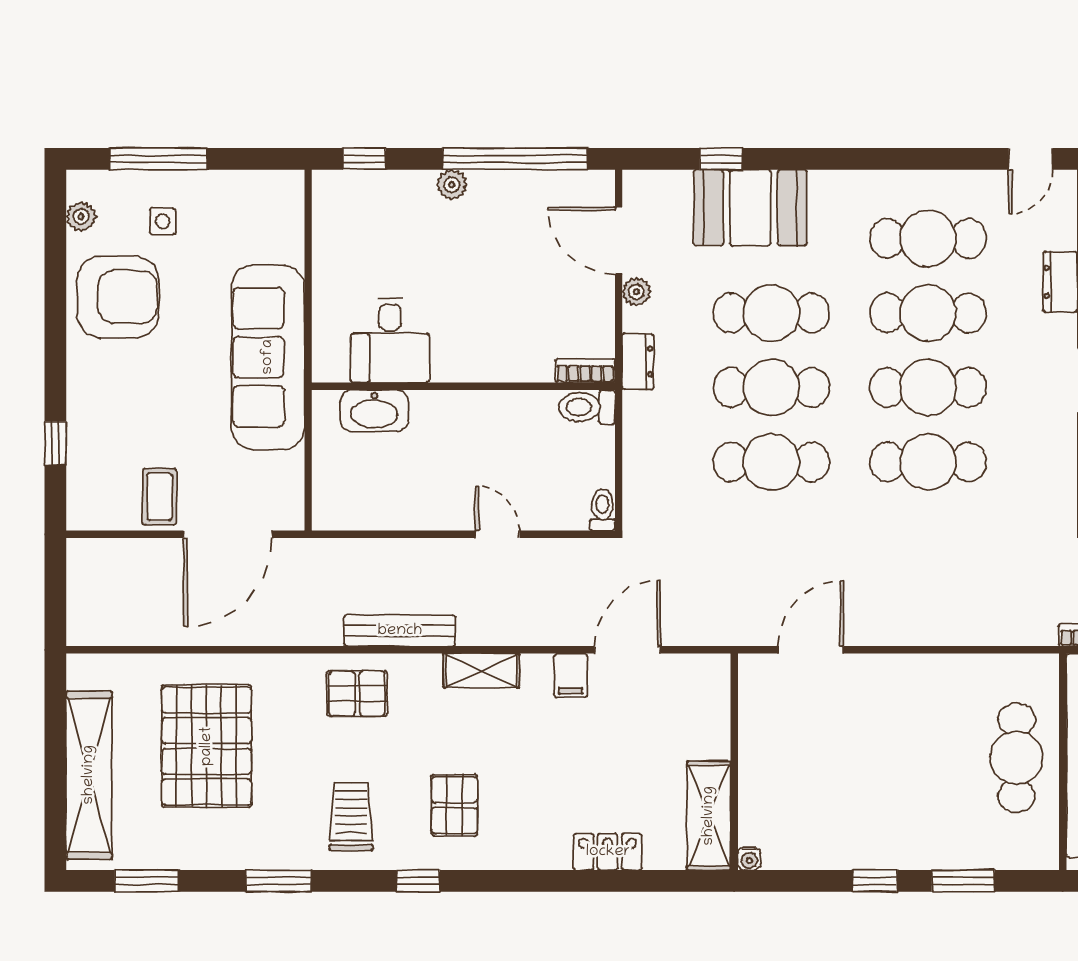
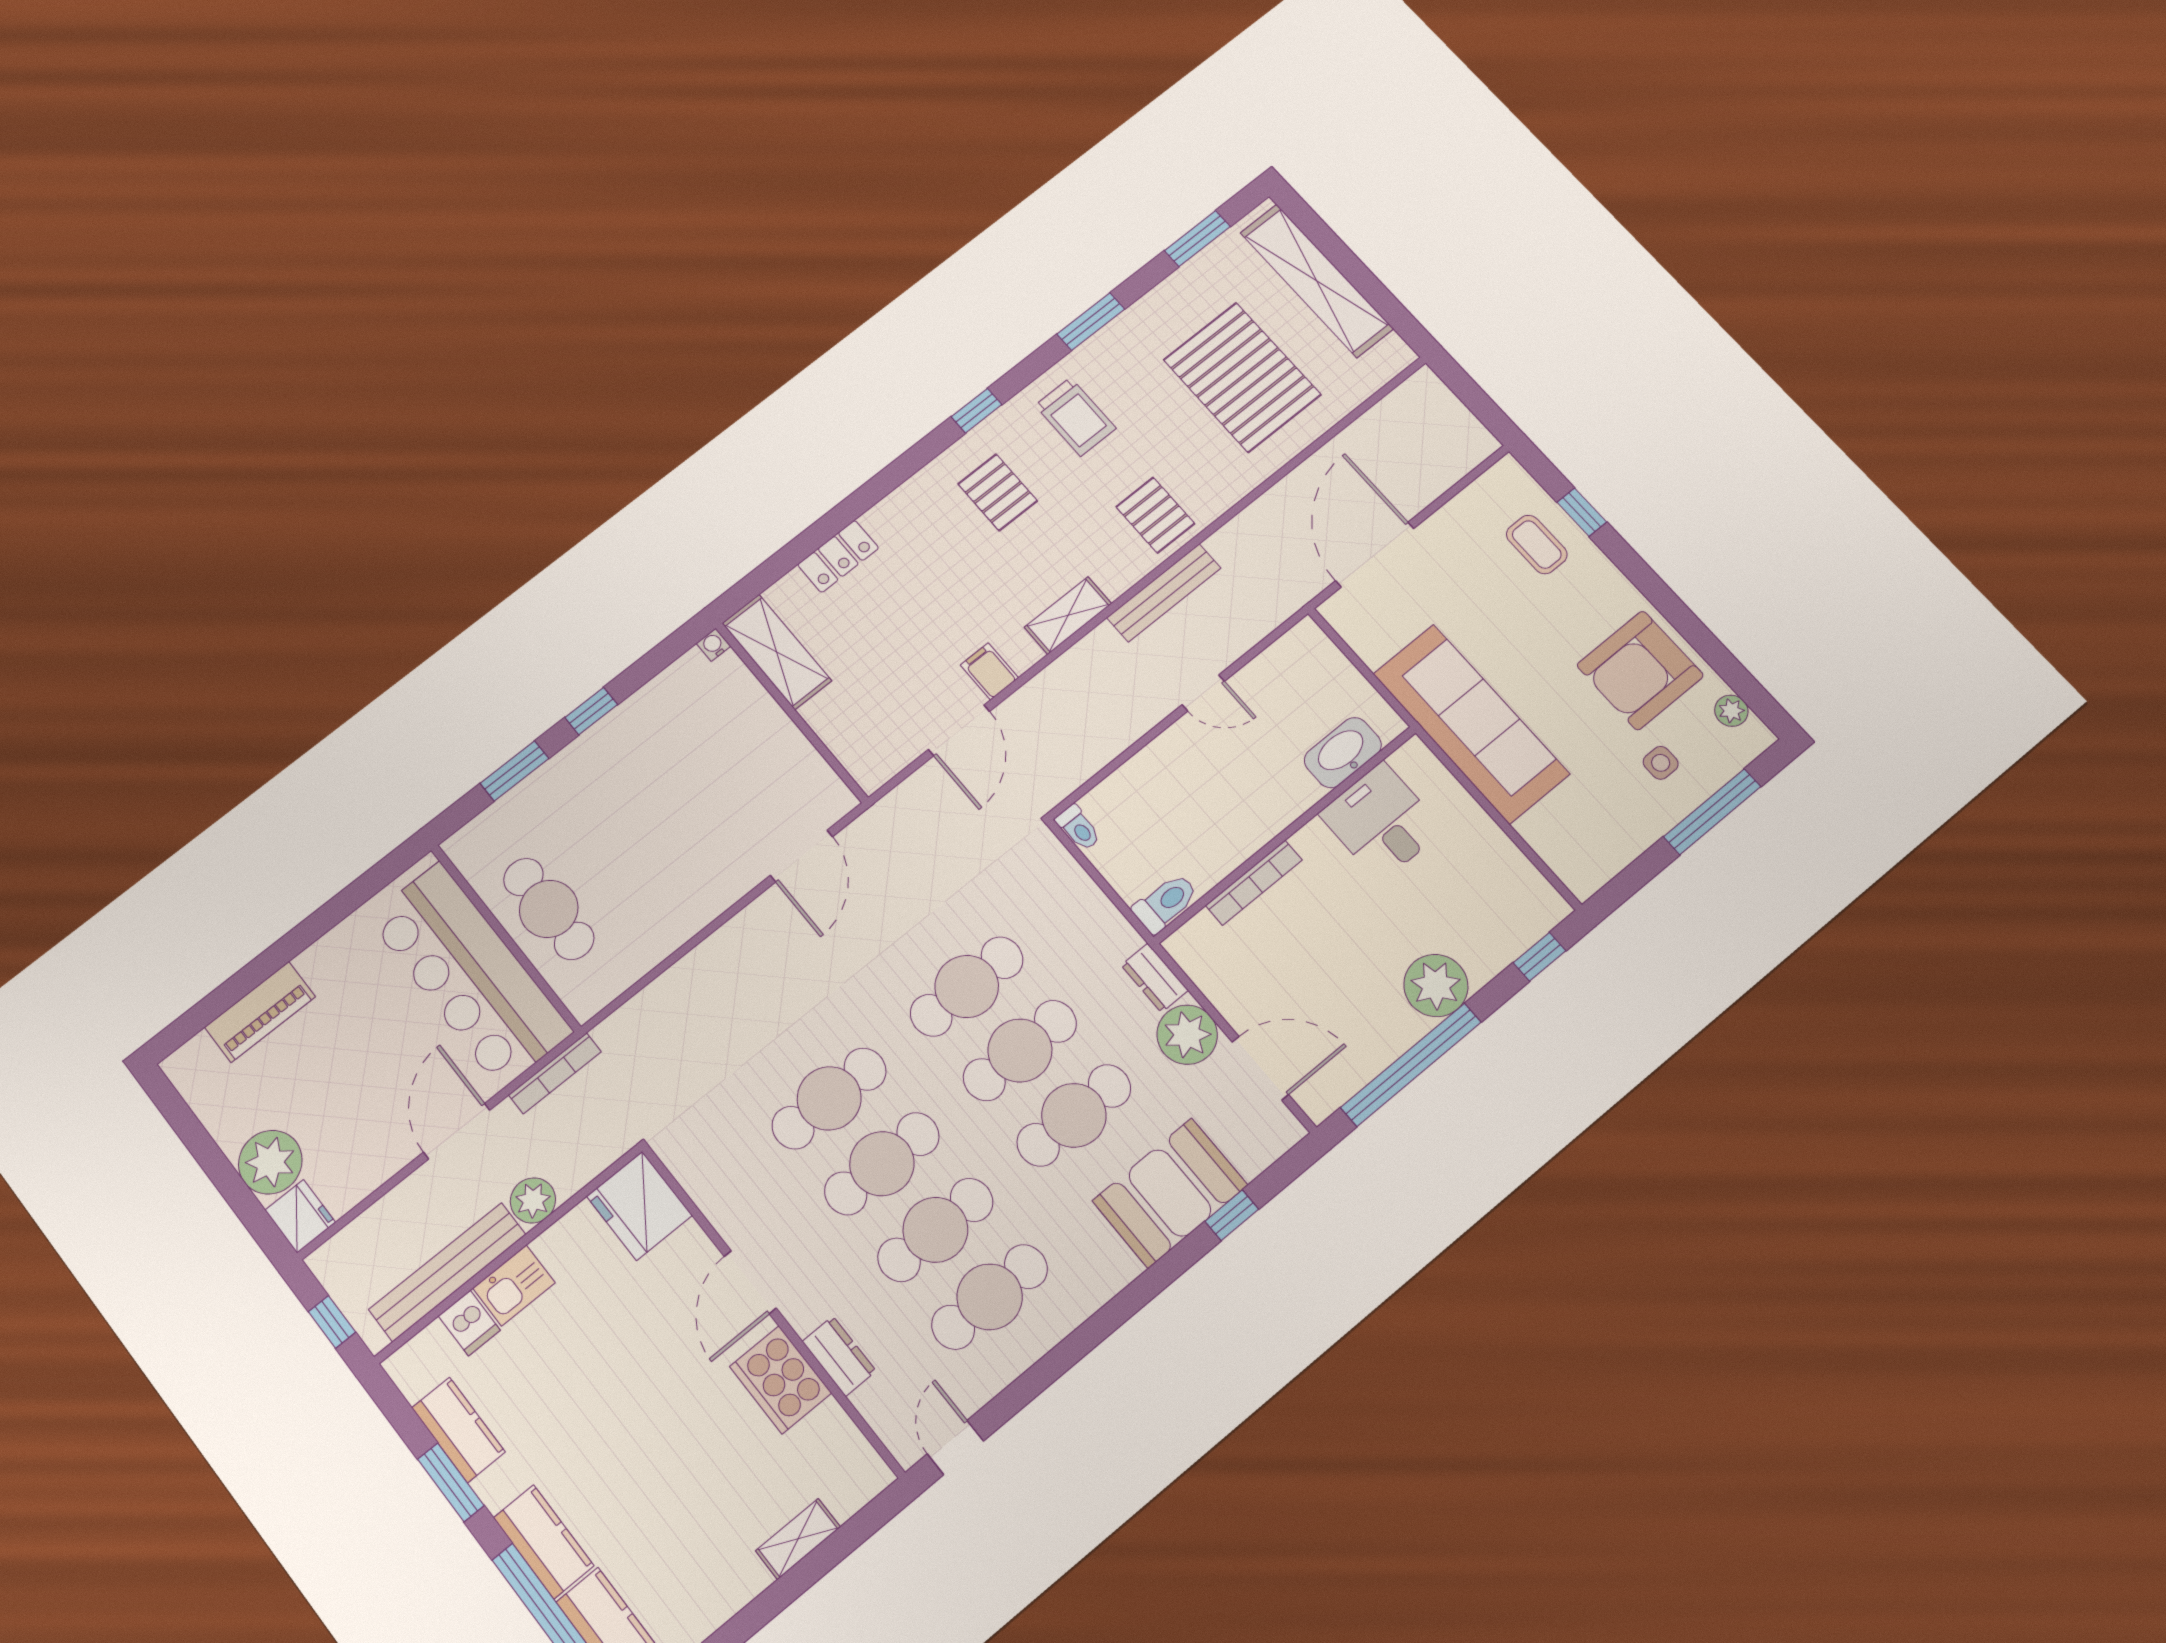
plant: (452, 185) -> (1436, 985), width x1.88, depth x1.88
plant: (636, 292) -> (1187, 1035), width x1.88, depth x1.88
bookcase: (585, 371) -> (1254, 883), moved, width x1.56
coffee table: (159, 497) -> (1537, 545), moved
door: (498, 534) -> (1203, 693), moved
pallet: (357, 694) -> (1155, 515), turned 90

